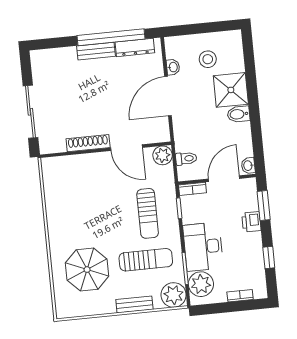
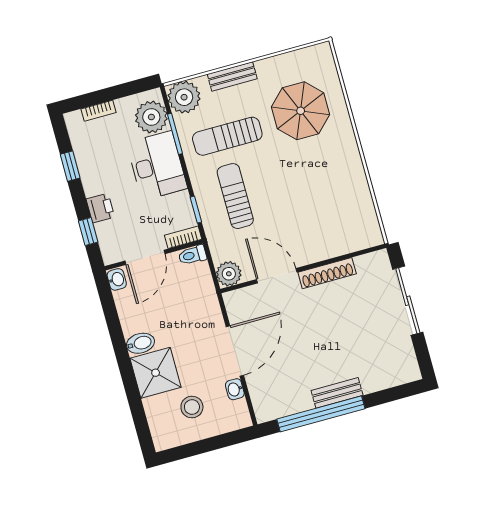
dresser: (135, 47) -> (288, 406), removed
toilet: (186, 159) -> (192, 255), moved
window: (264, 206) -> (88, 231), width x0.67

